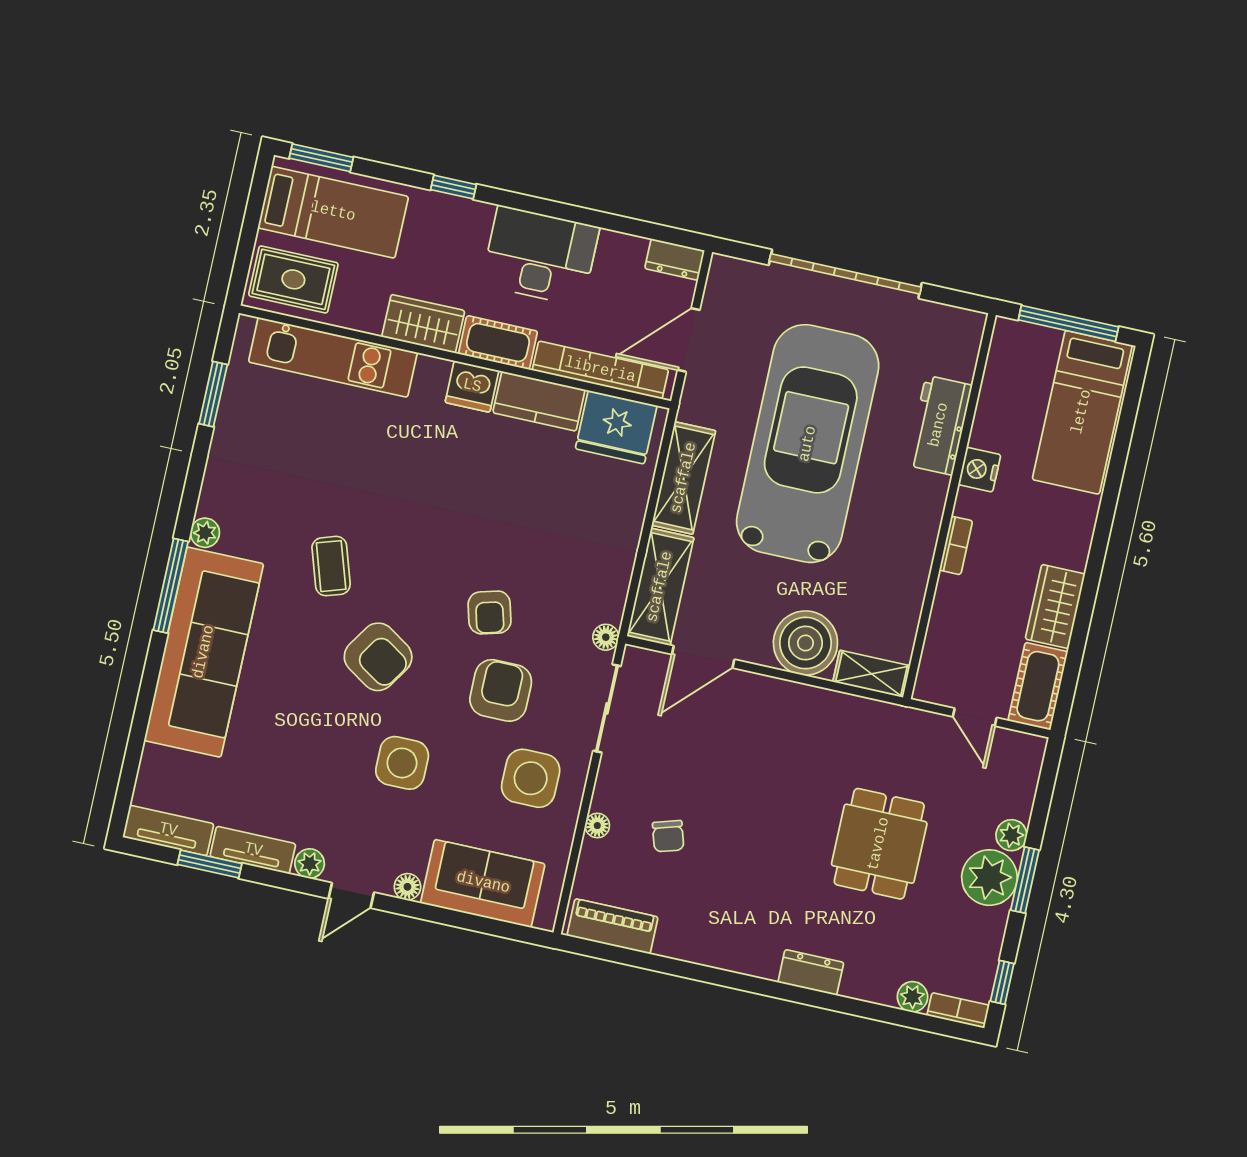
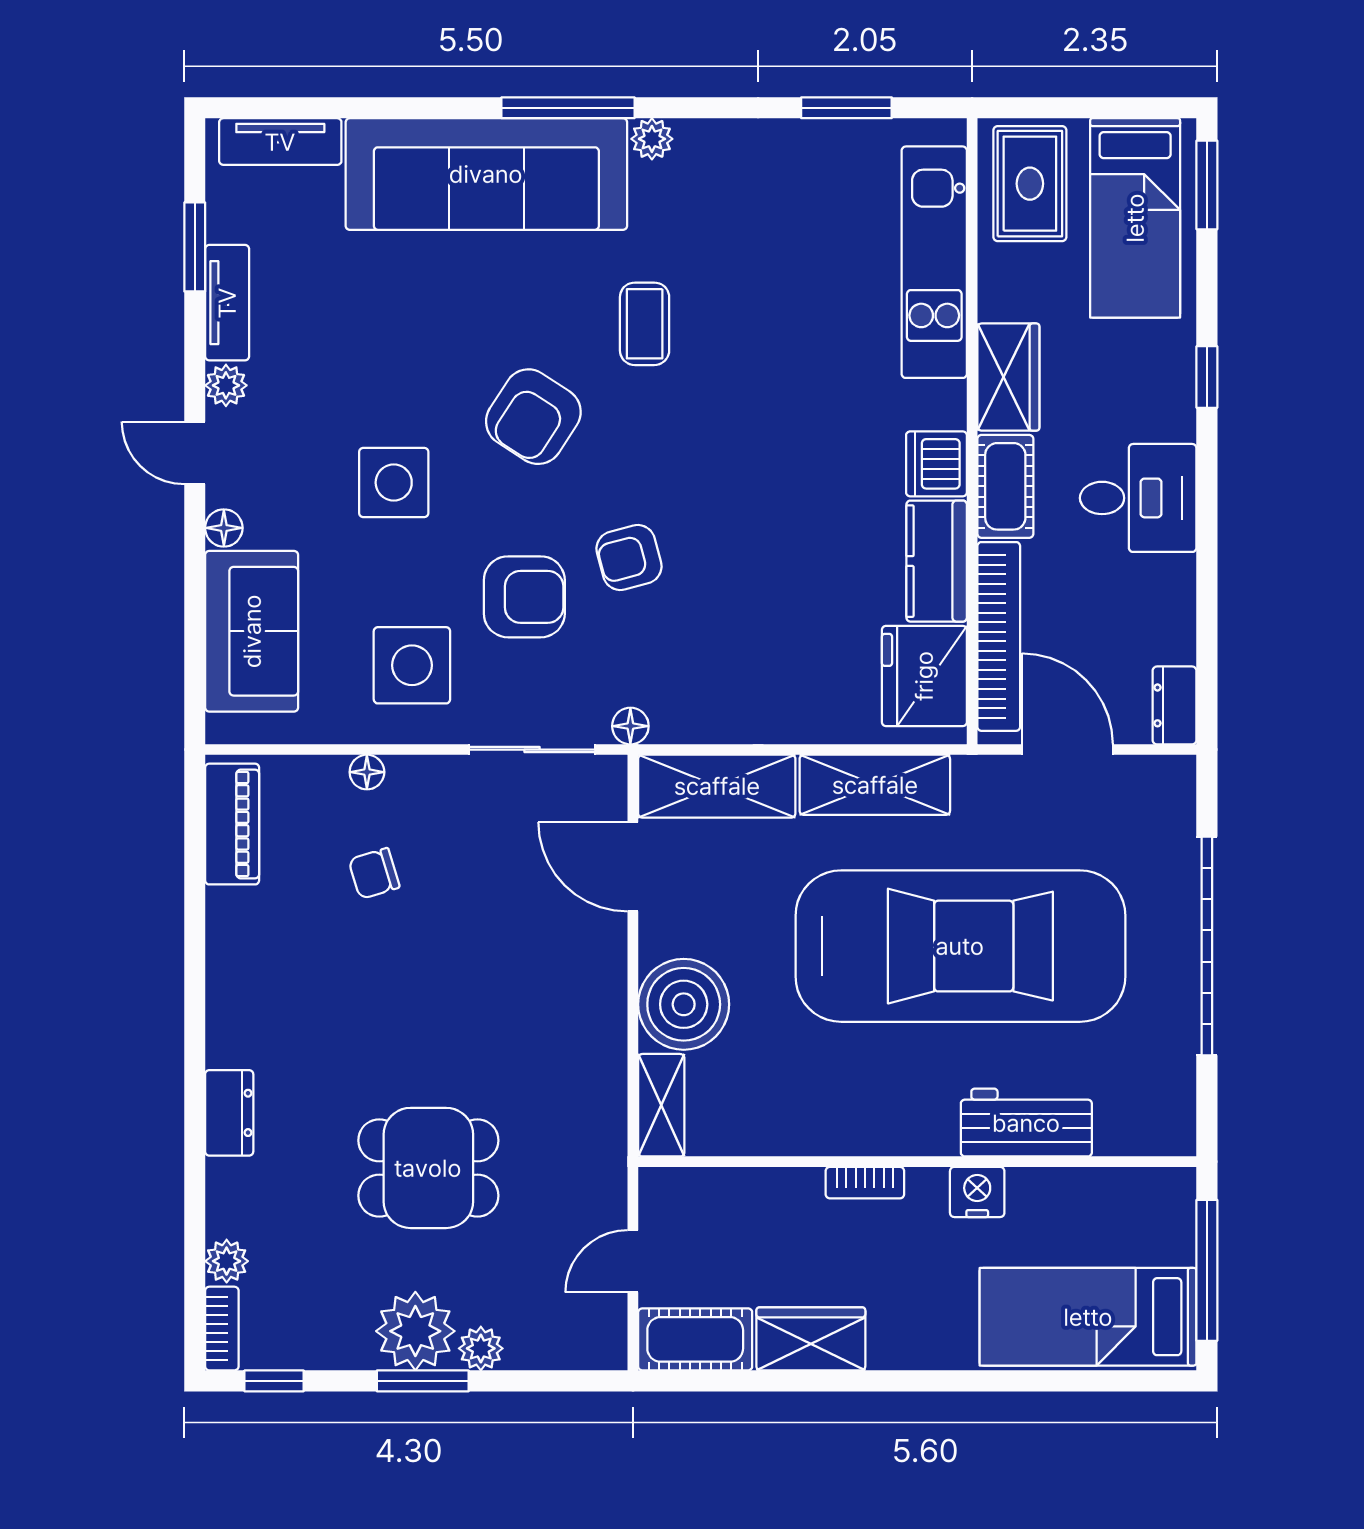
desk: (540, 256) -> (1138, 498), width x0.73
coffee table: (331, 566) -> (645, 324), turned -72
tv unit: (168, 830) -> (280, 142), moved, turned 90

